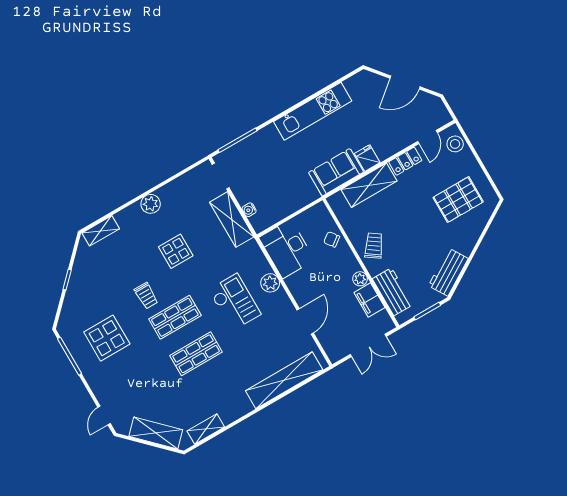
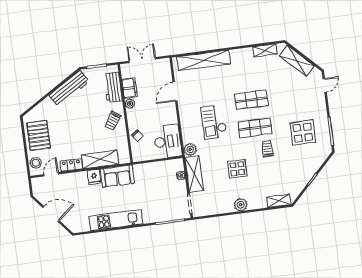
pallet: (458, 200) -> (39, 135), moved, turned 90
workbench: (448, 272) -> (69, 88), width x1.38
plant: (270, 283) -> (190, 149), moved

